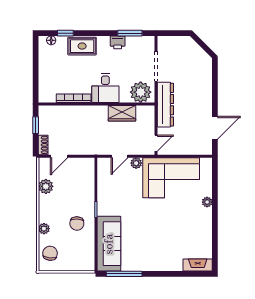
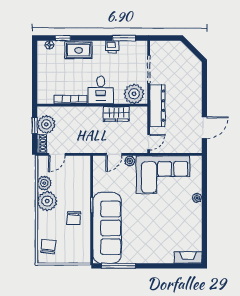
plant: (48, 124) -> (46, 124), added
plant: (44, 229) -> (47, 201), moved, width x1.88, depth x1.88
sofa: (109, 244) -> (107, 228), width x1.36, depth x1.27

